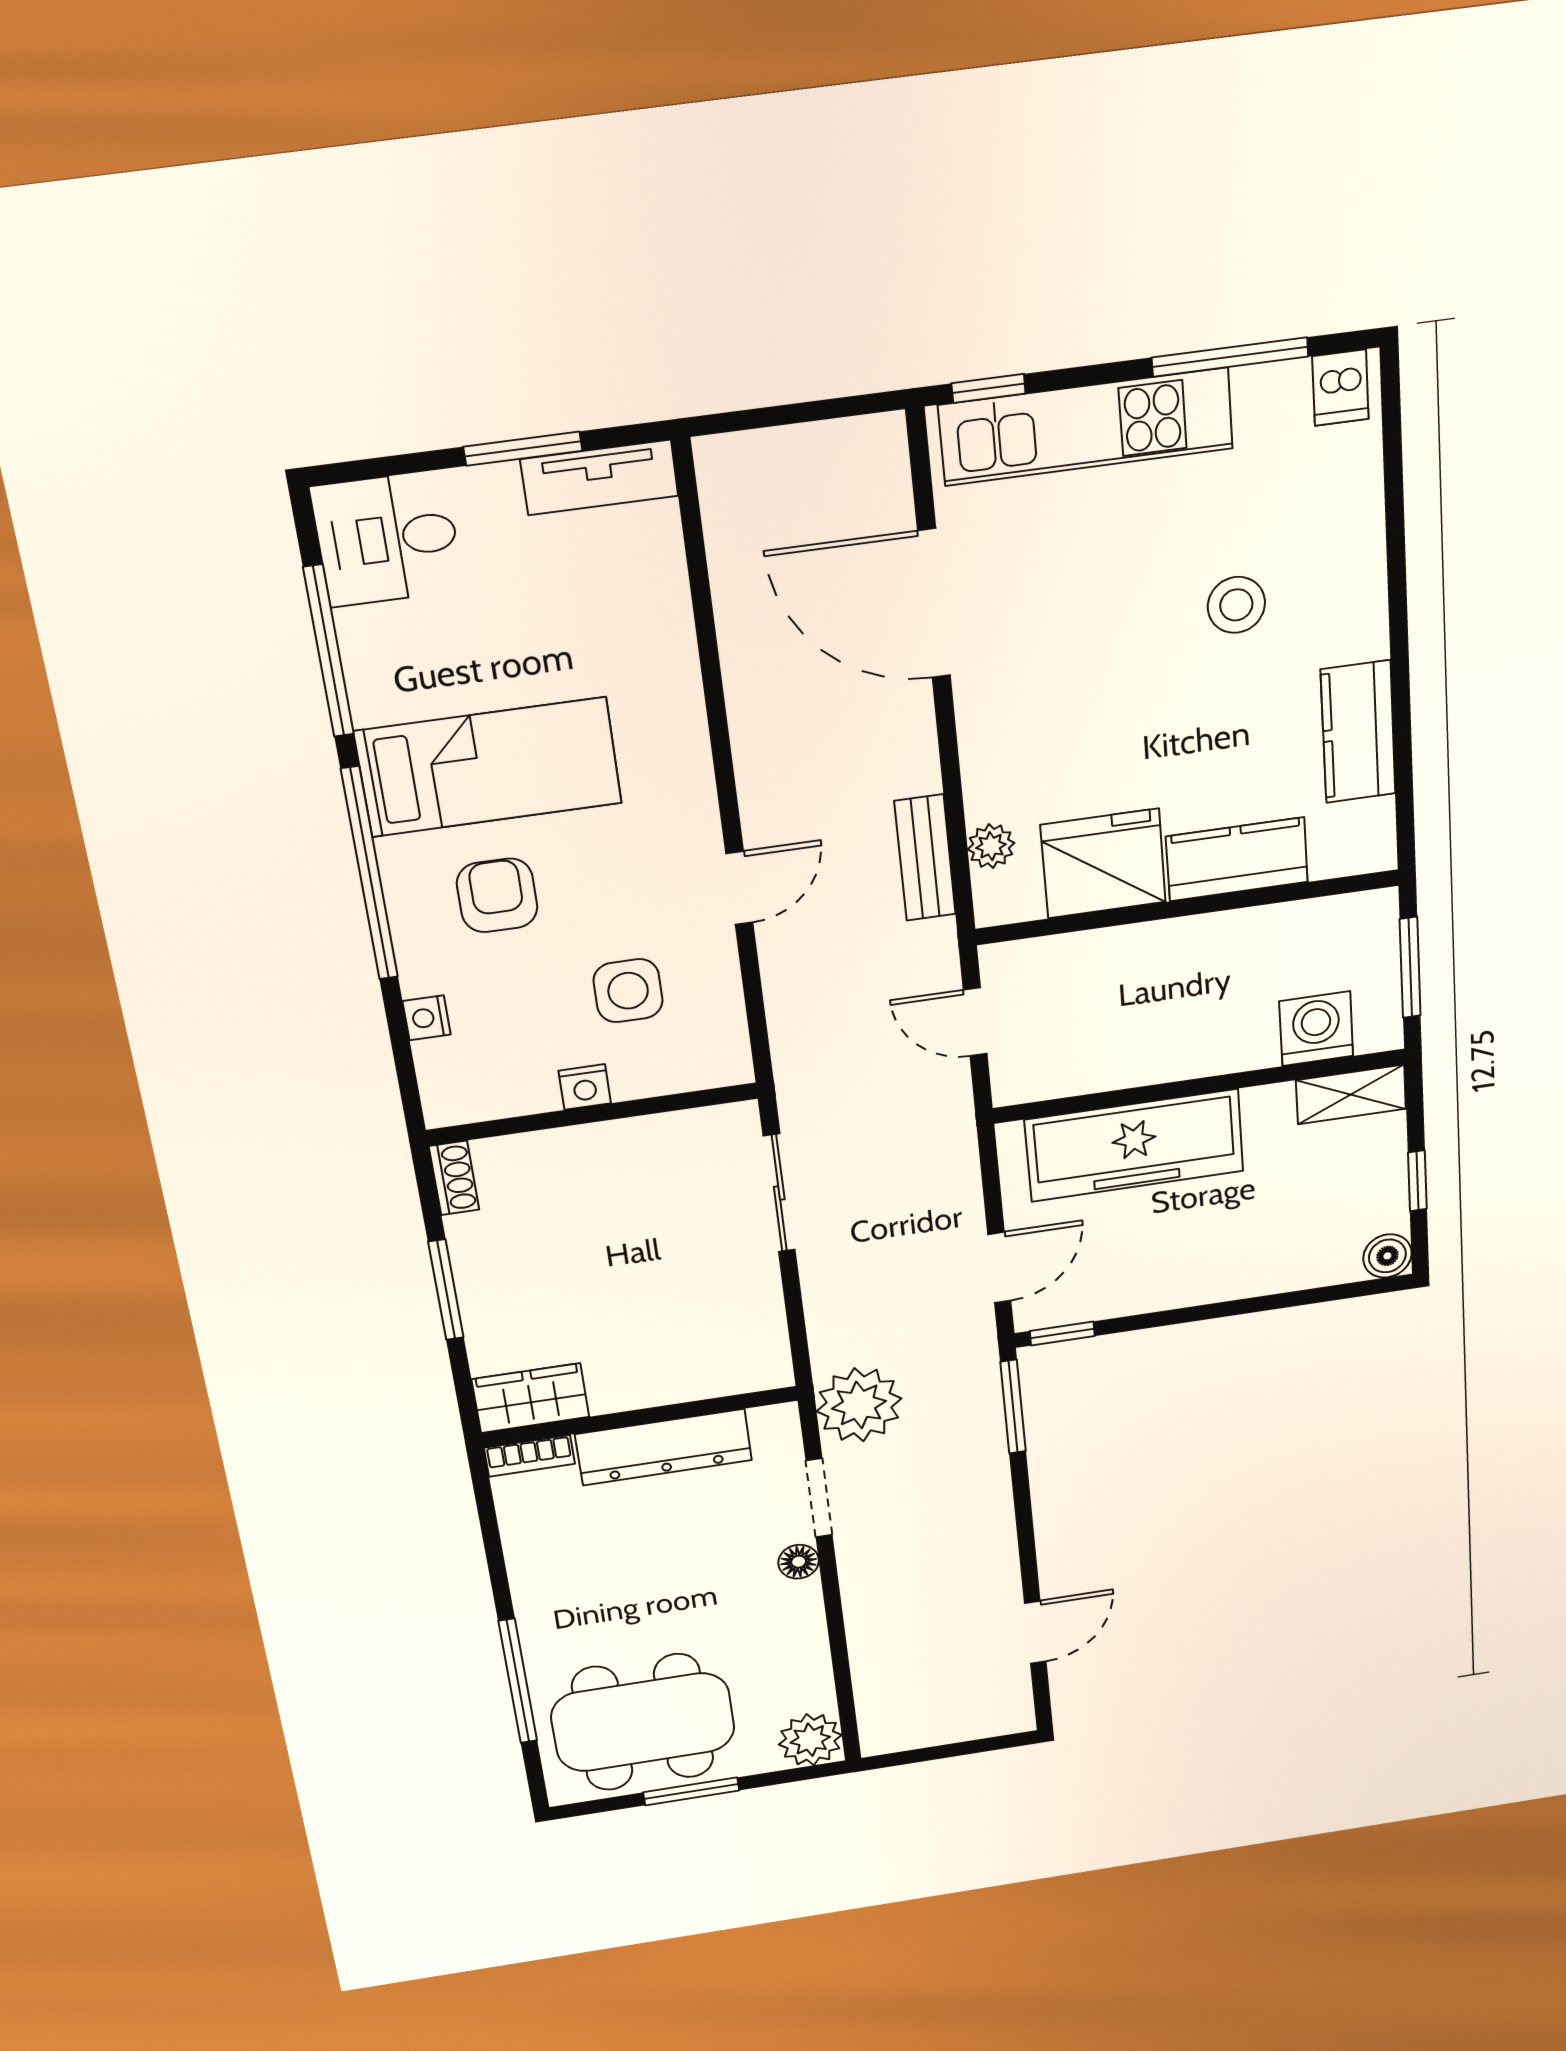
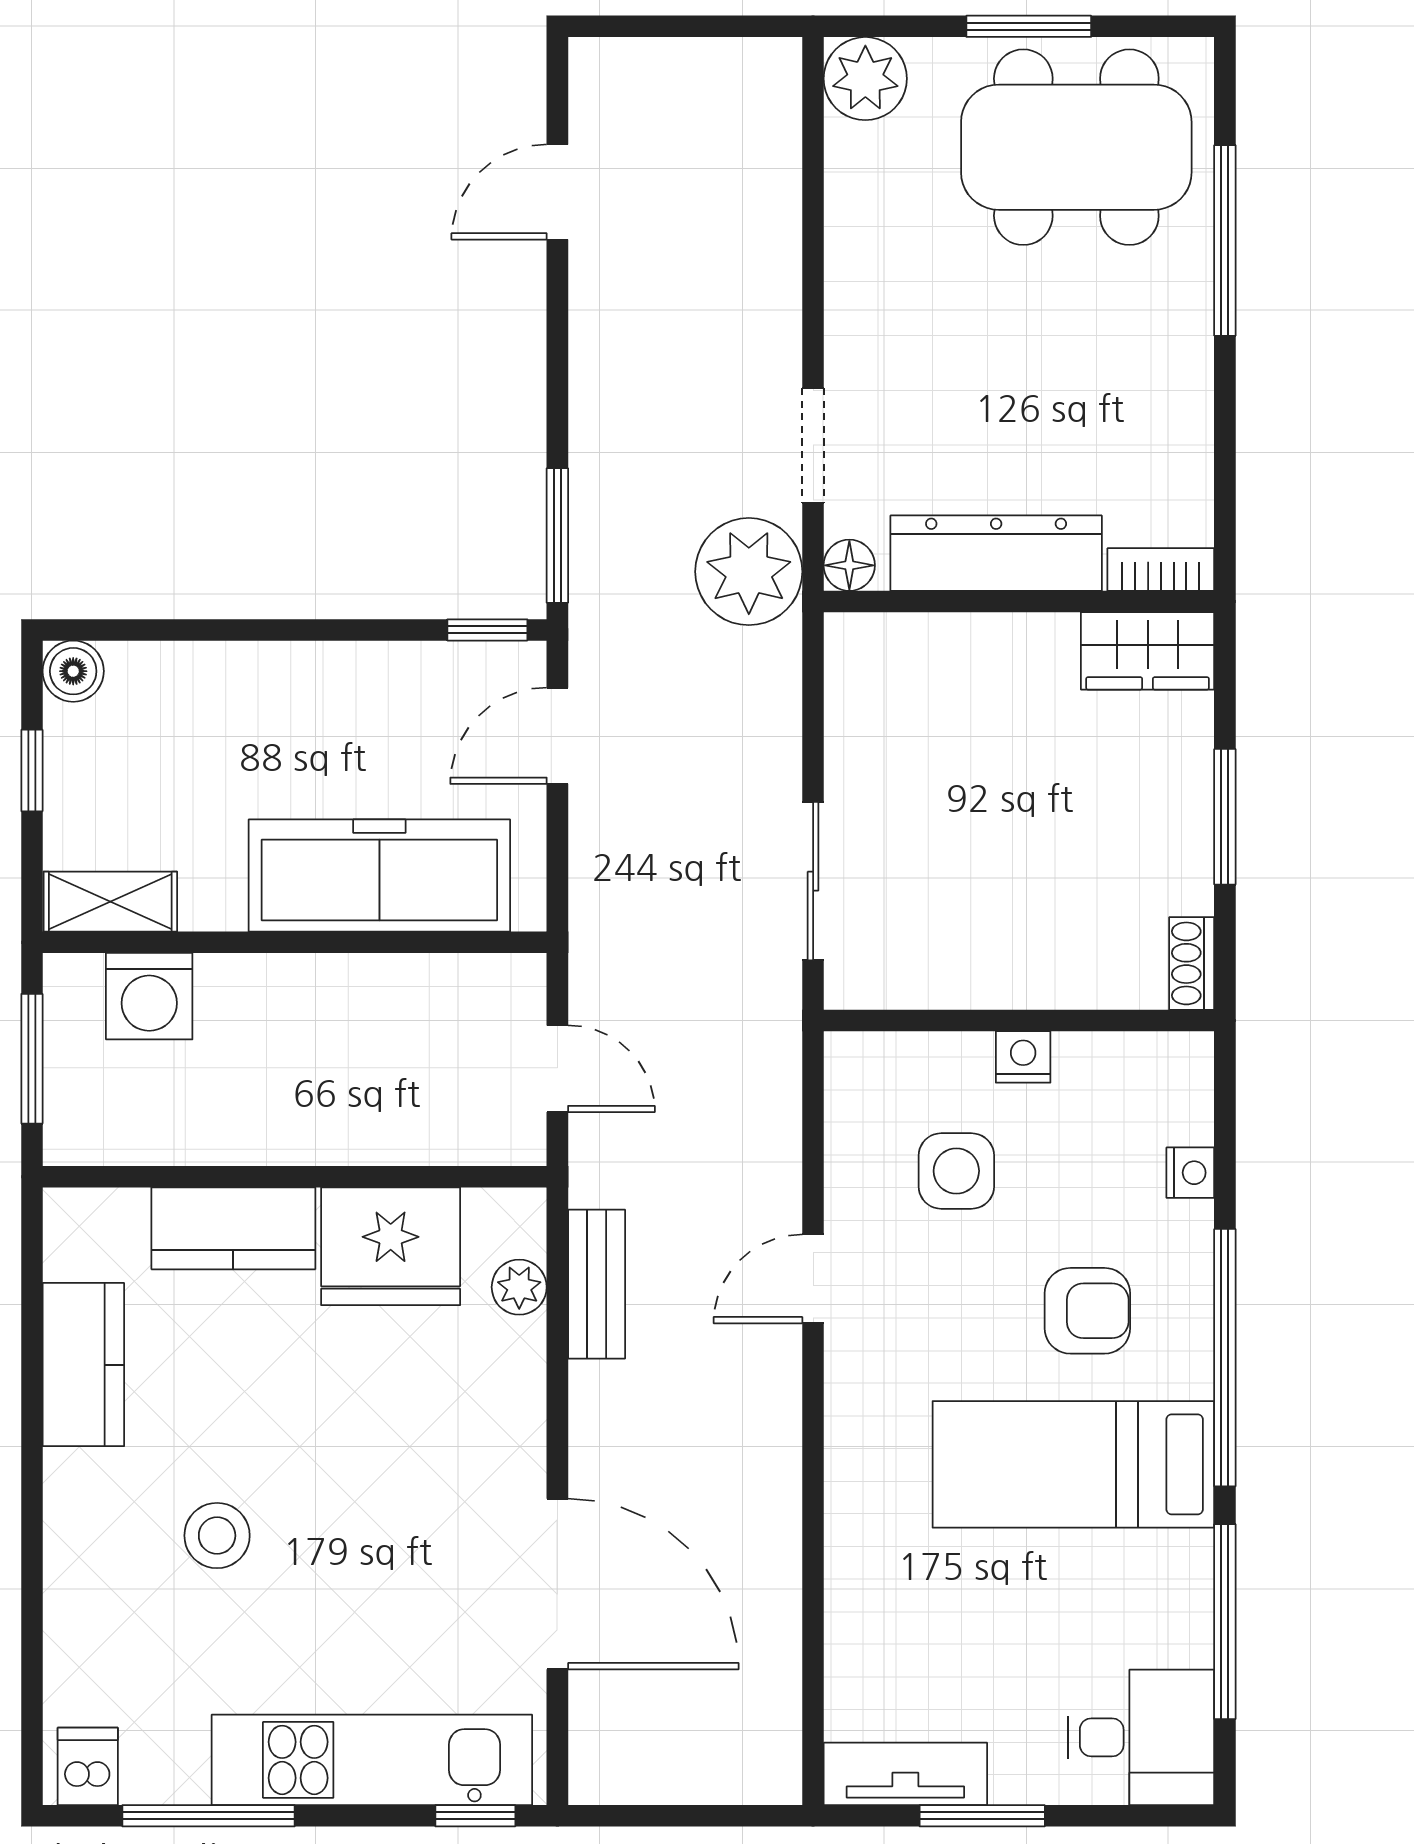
armchair: (497, 895) -> (1087, 1311), turned -90
floor lamp: (799, 1562) -> (849, 565), moved

